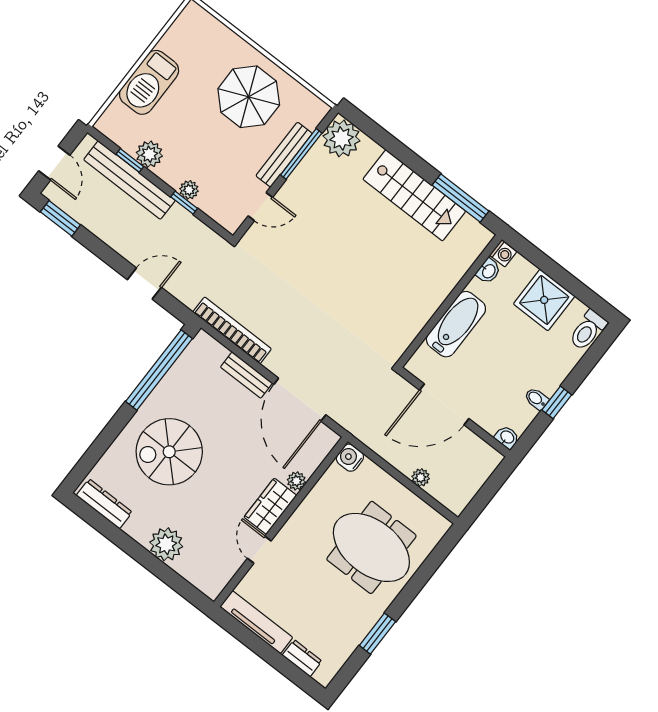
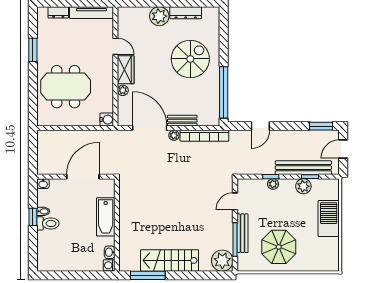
door: (54, 163) -> (343, 149), hinge flipped
shower: (544, 300) -> (74, 259), removed
toilet: (588, 330) -> (48, 223), moved, turned 90
plant: (421, 477) -> (174, 135), moved
dresser: (104, 504) -> (186, 13), moved

